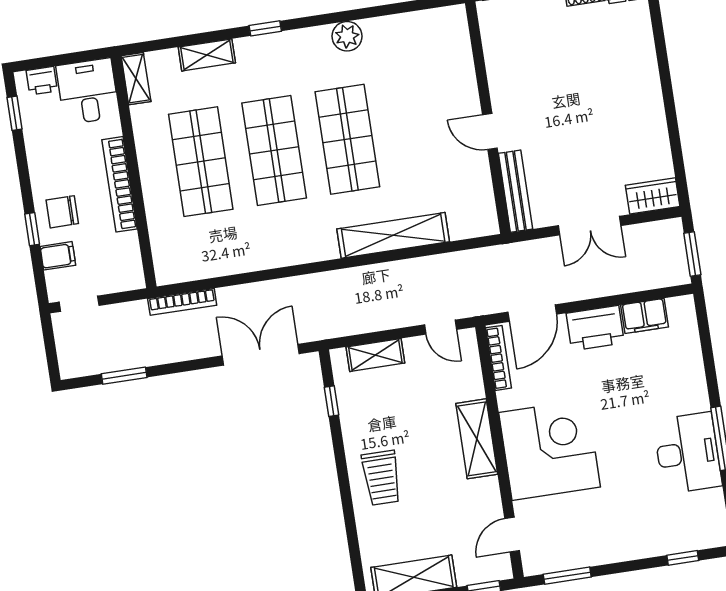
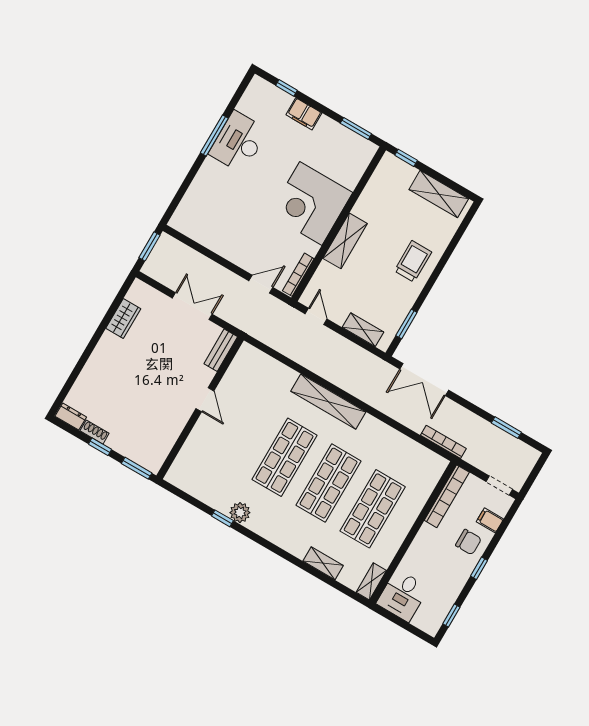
window: (265, 28) -> (222, 518), moved
printer: (42, 81) -> (423, 621), removed
bookcase: (120, 184) -> (447, 496), moved
bench: (516, 191) -> (221, 350), width x0.73
wardrobe: (653, 196) -> (123, 319), moved, turned -90
window: (32, 229) -> (479, 568), moved
shelving: (393, 235) -> (328, 402), moved
door: (532, 313) -> (261, 284), width x0.73
filing cabinet: (644, 316) -> (304, 114), moved, turned 180
printer: (595, 328) -> (234, 249), removed
window: (332, 401) -> (406, 324), width x1.50
door: (512, 535) -> (368, 174), removed

